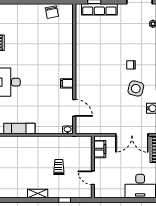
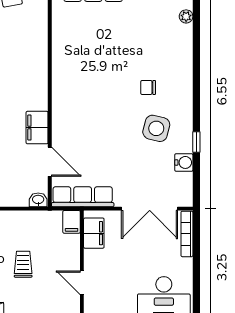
filing cabinet: (67, 83) -> (37, 128), width x2.00
row of seats: (93, 128) -> (83, 197), added
filing cabinet: (87, 143) -> (72, 222), added

